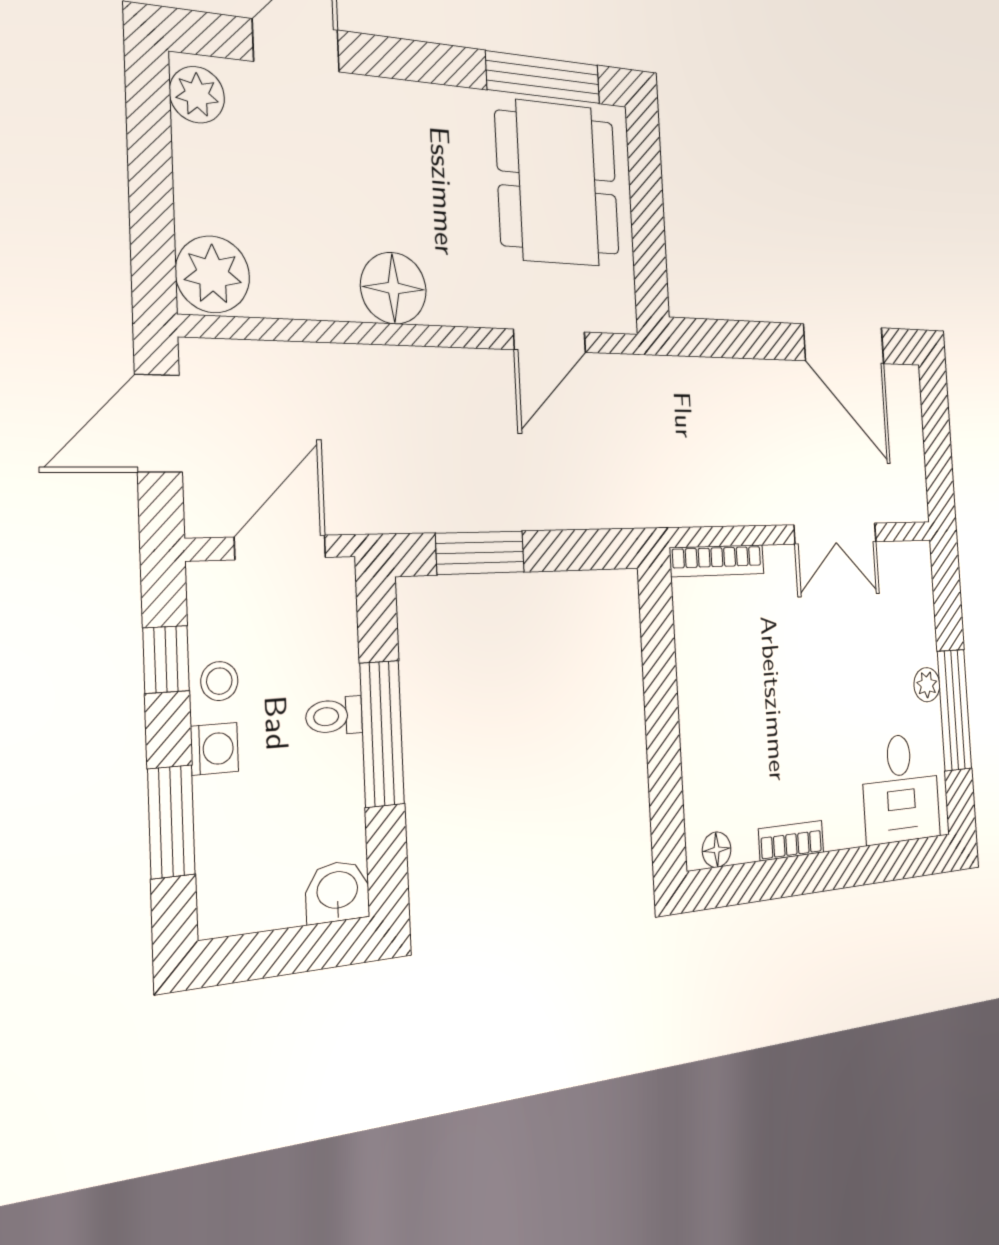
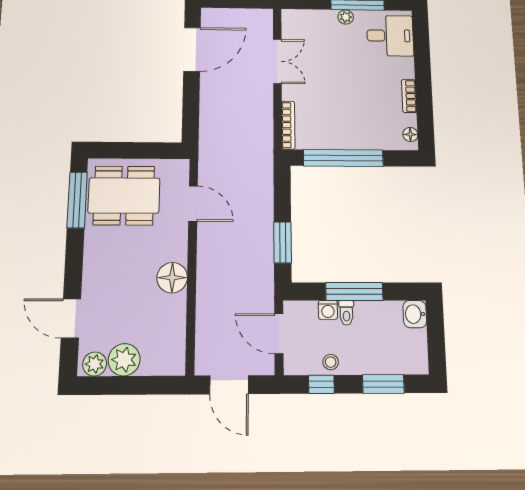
plant: (213, 274) -> (124, 360), moved
window: (661, 692) -> (343, 158), added
washing machine: (215, 749) -> (328, 310), moved, turned 180

